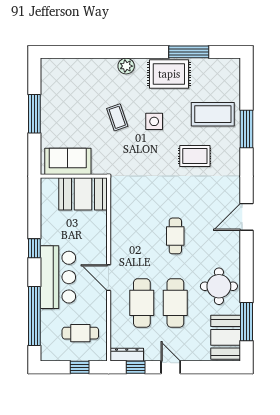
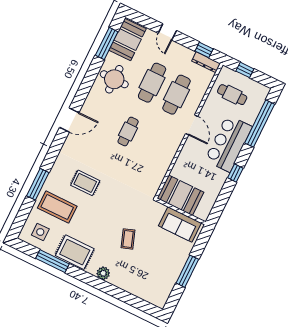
side table: (154, 121) -> (40, 232), moved
door: (171, 367) -> (167, 32), moved

